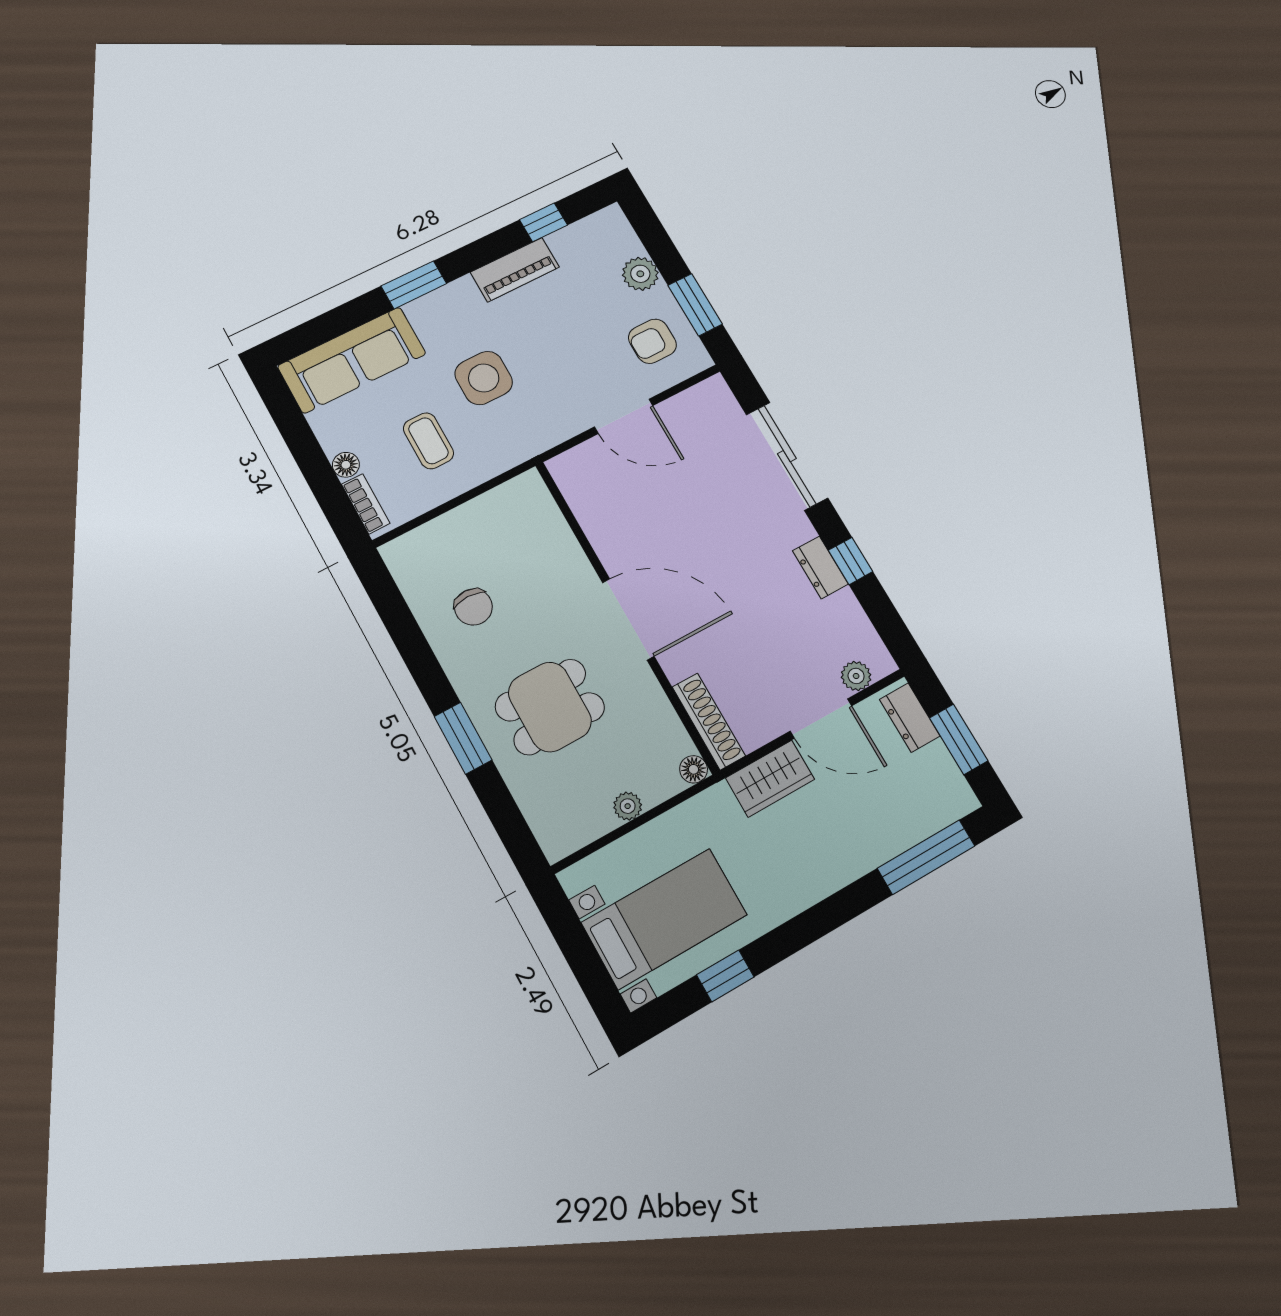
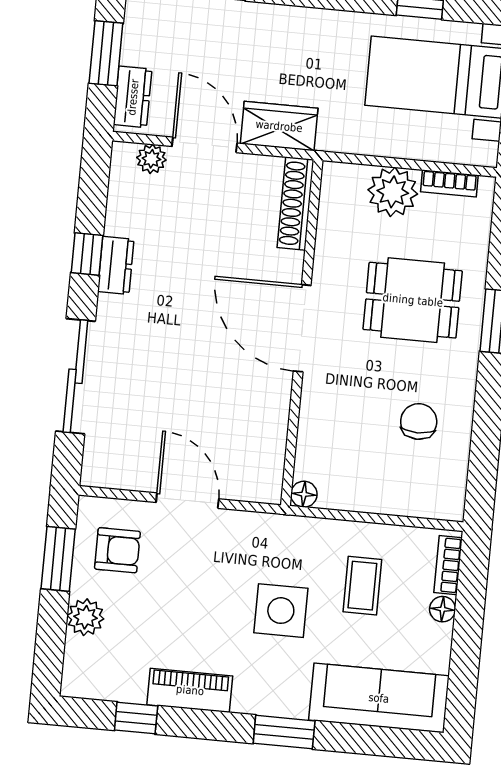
floor lamp: (694, 769) -> (304, 494), moved
plant: (628, 806) -> (393, 192), width x1.88, depth x1.88
bookcase: (588, 831) -> (449, 183), added

